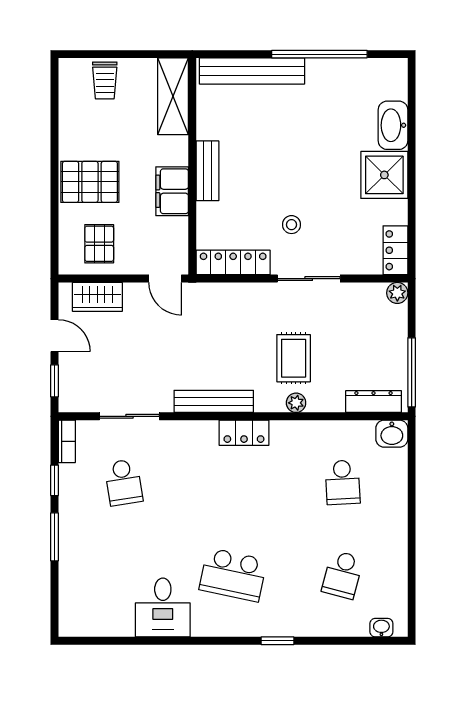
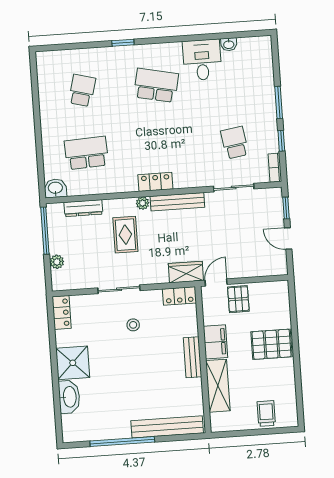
shelving: (173, 96) -> (218, 386), moved
pallet: (99, 244) -> (238, 299), moved
locker: (233, 262) -> (179, 296), width x0.66
door: (165, 279) -> (216, 282), hinge flipped
plant: (397, 293) -> (57, 262), moved
wardrobe: (97, 297) -> (186, 272), moved
dresser: (374, 402) -> (83, 208), moved
plant: (296, 403) -> (143, 203), moved
school desk: (343, 482) -> (86, 153), width x1.85
washbasin: (381, 628) -> (229, 44), moved

